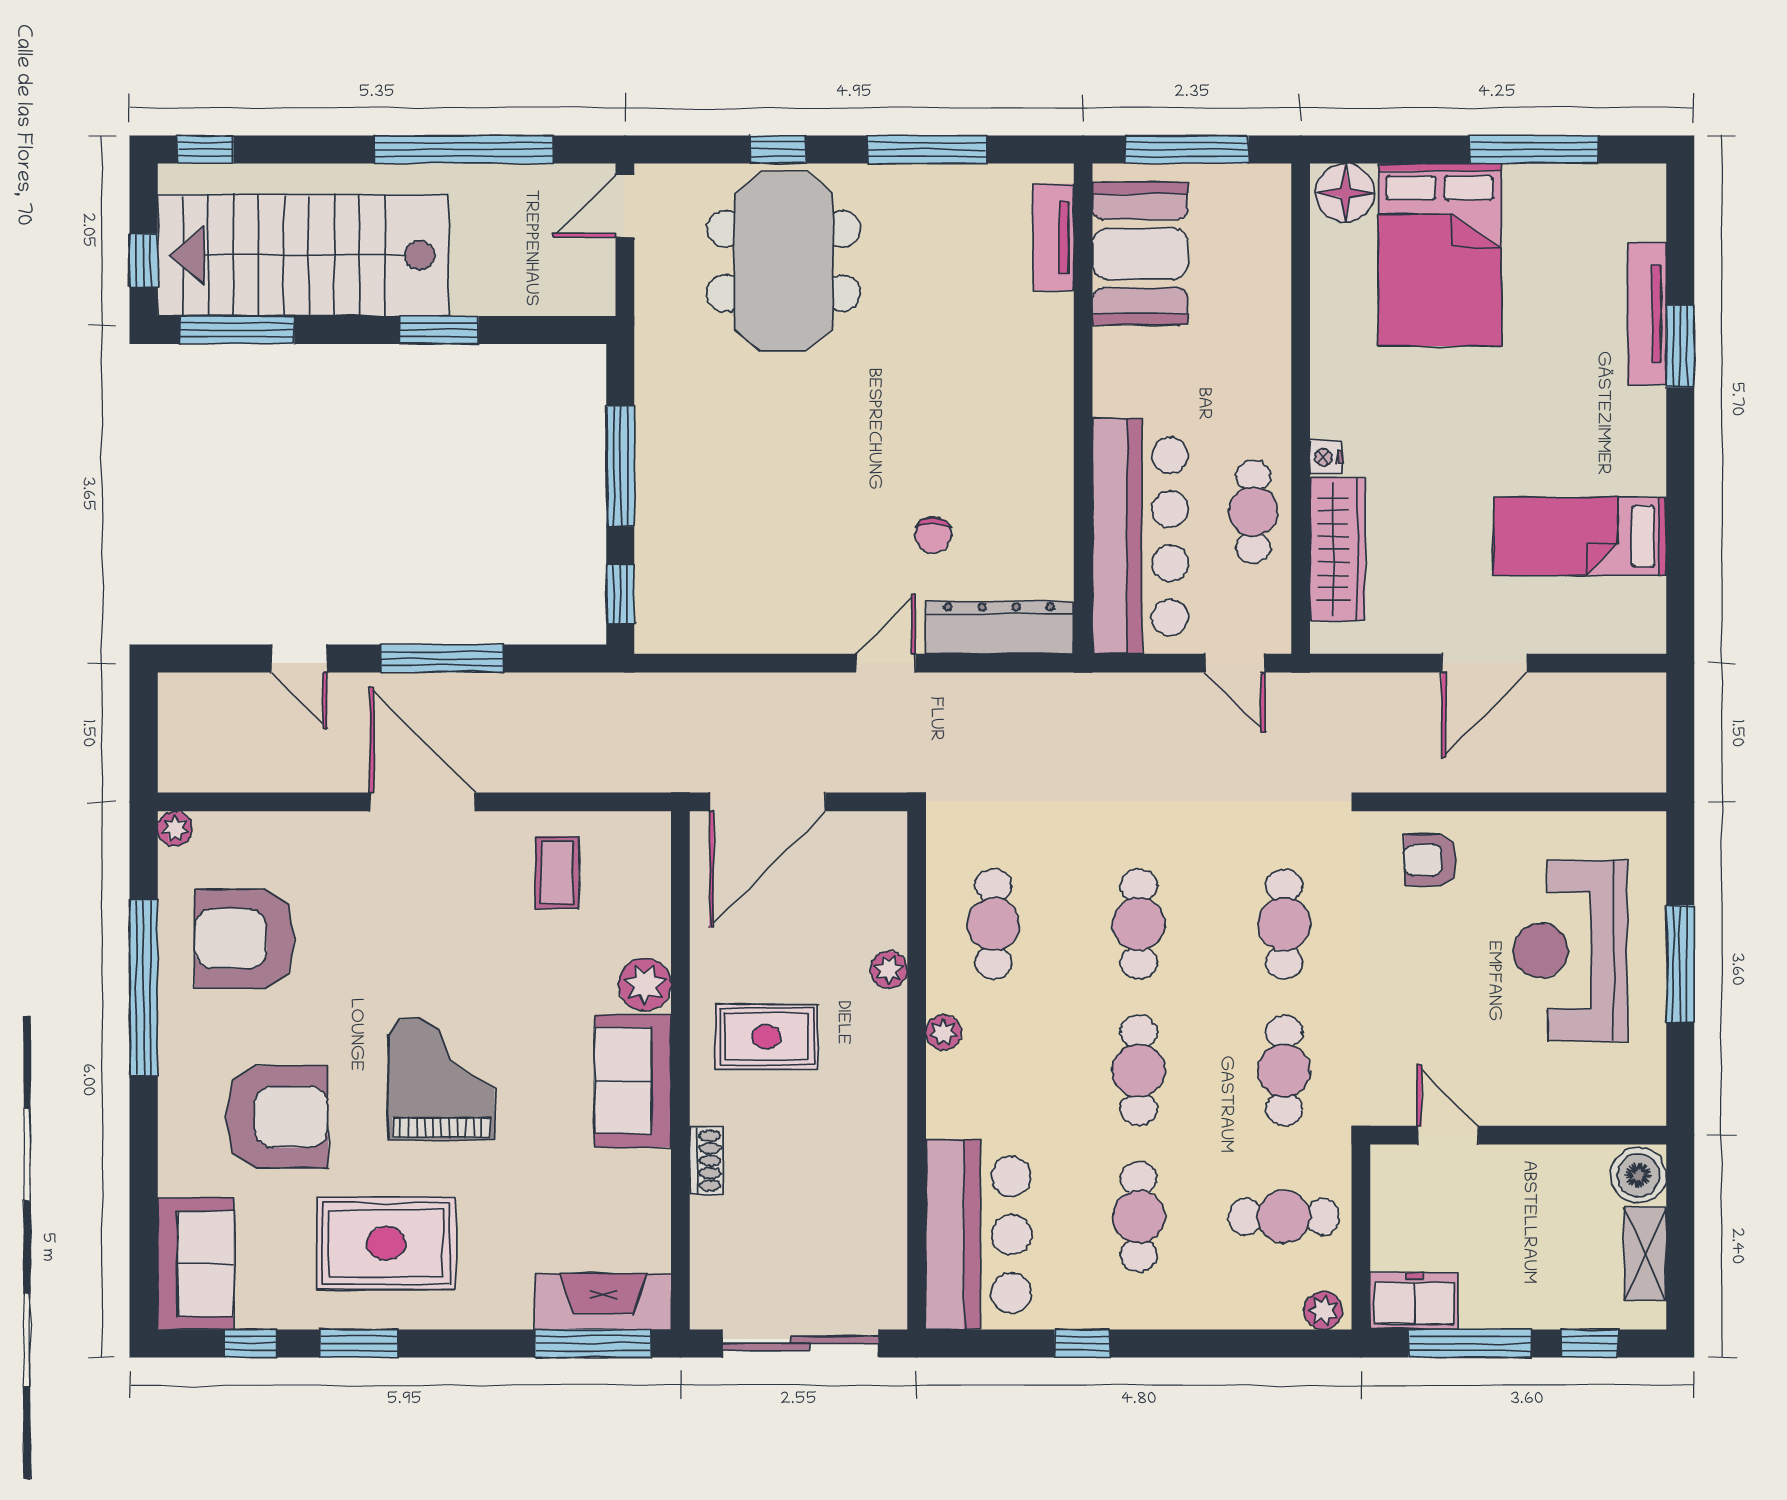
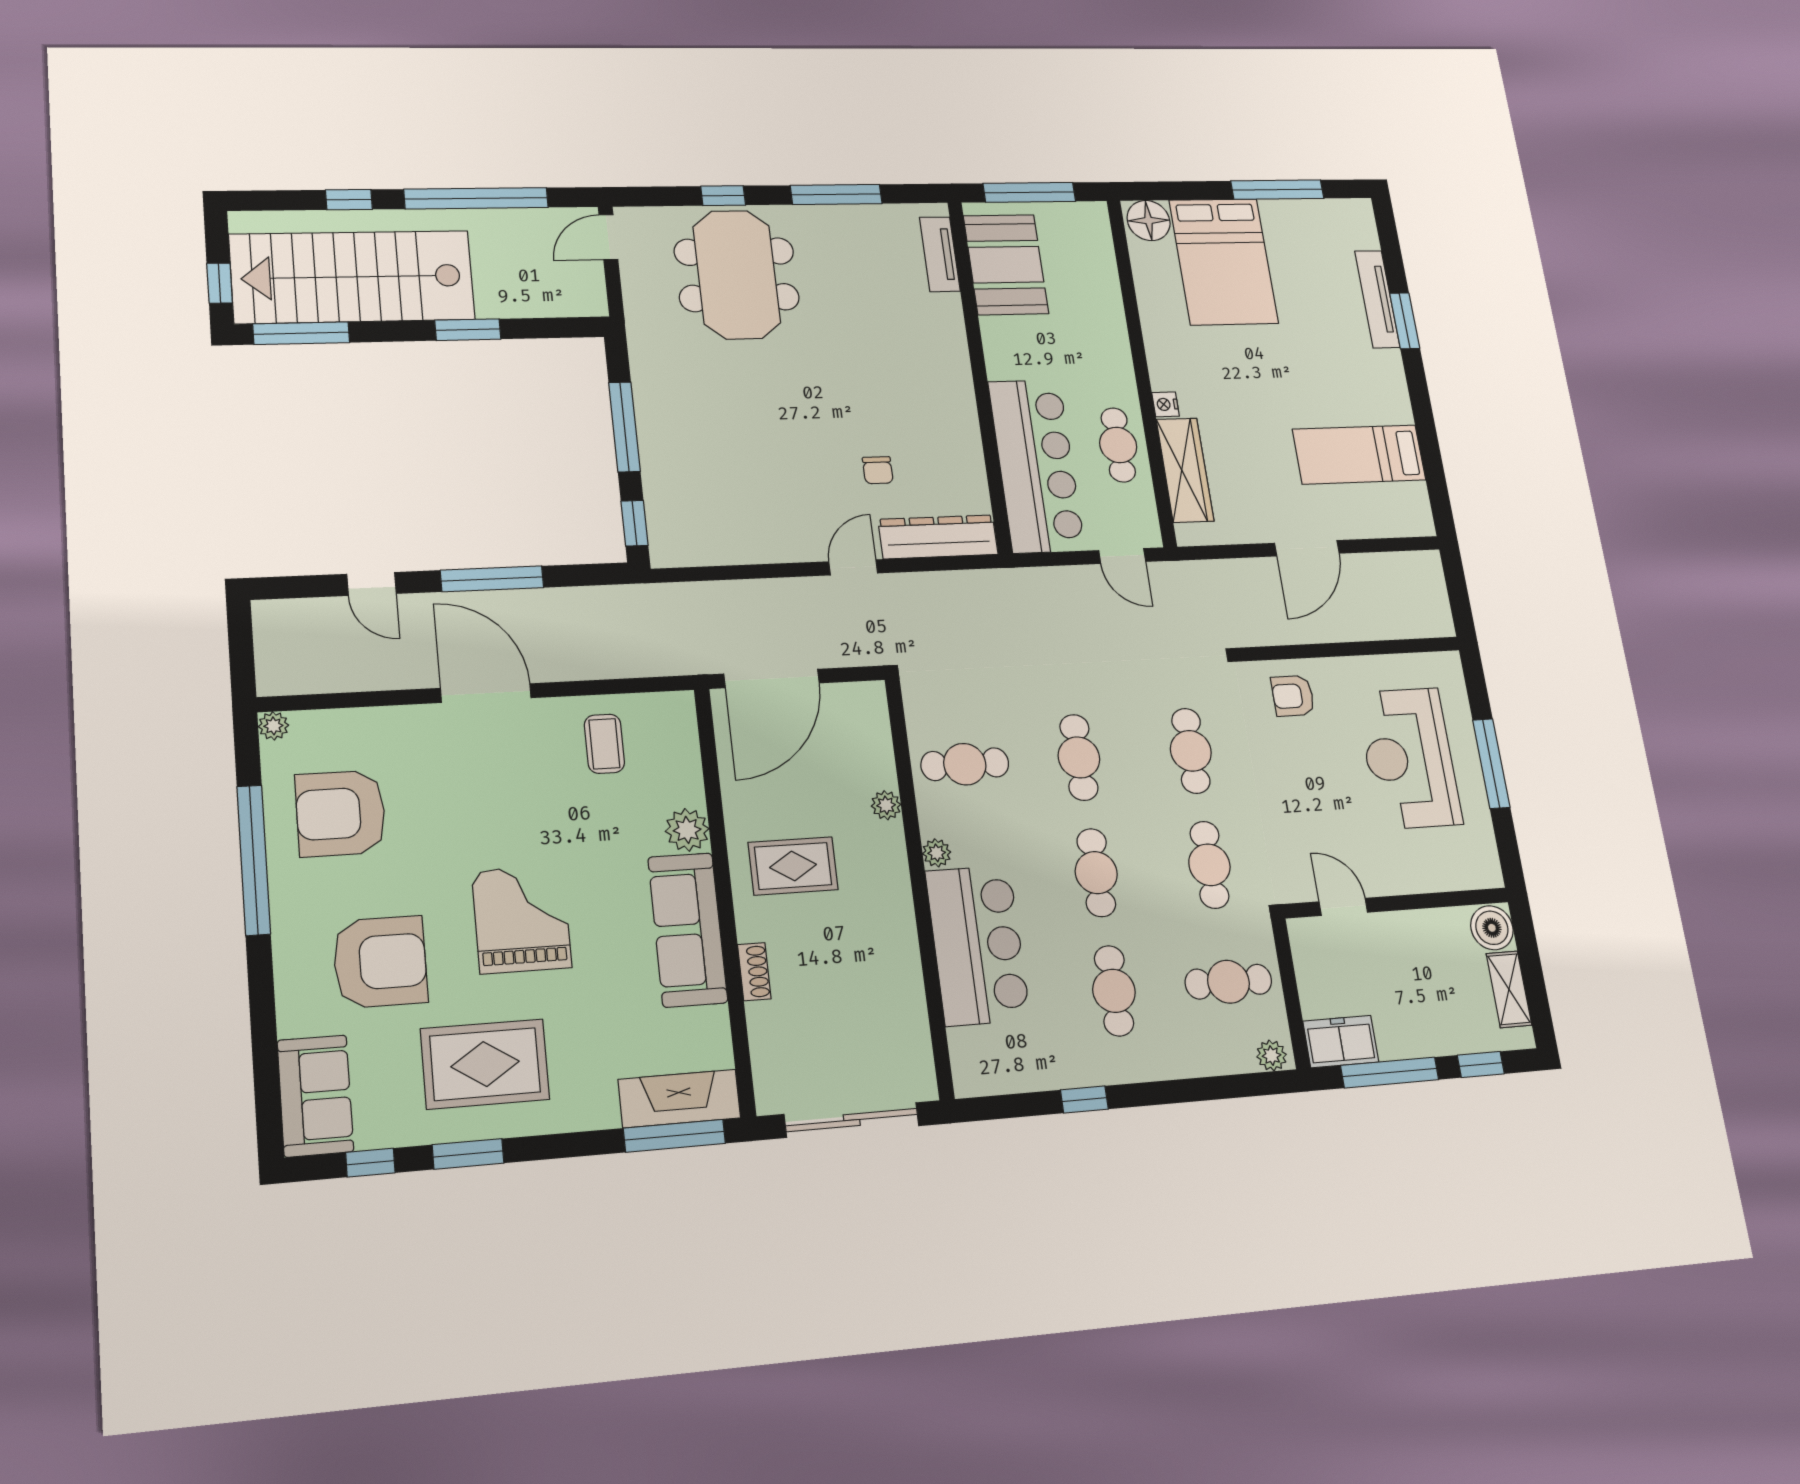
window: (205, 149) -> (349, 200), moved
cafe table: (993, 924) -> (965, 764), turned 90
sofa: (633, 1081) -> (688, 930), width x1.36
bar counter: (979, 1235) -> (978, 945), moved

